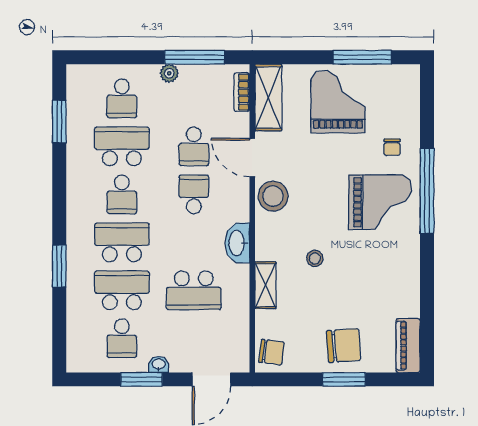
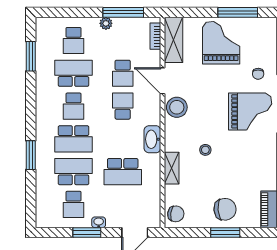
school desk: (122, 242) -> (74, 139), turned 180

